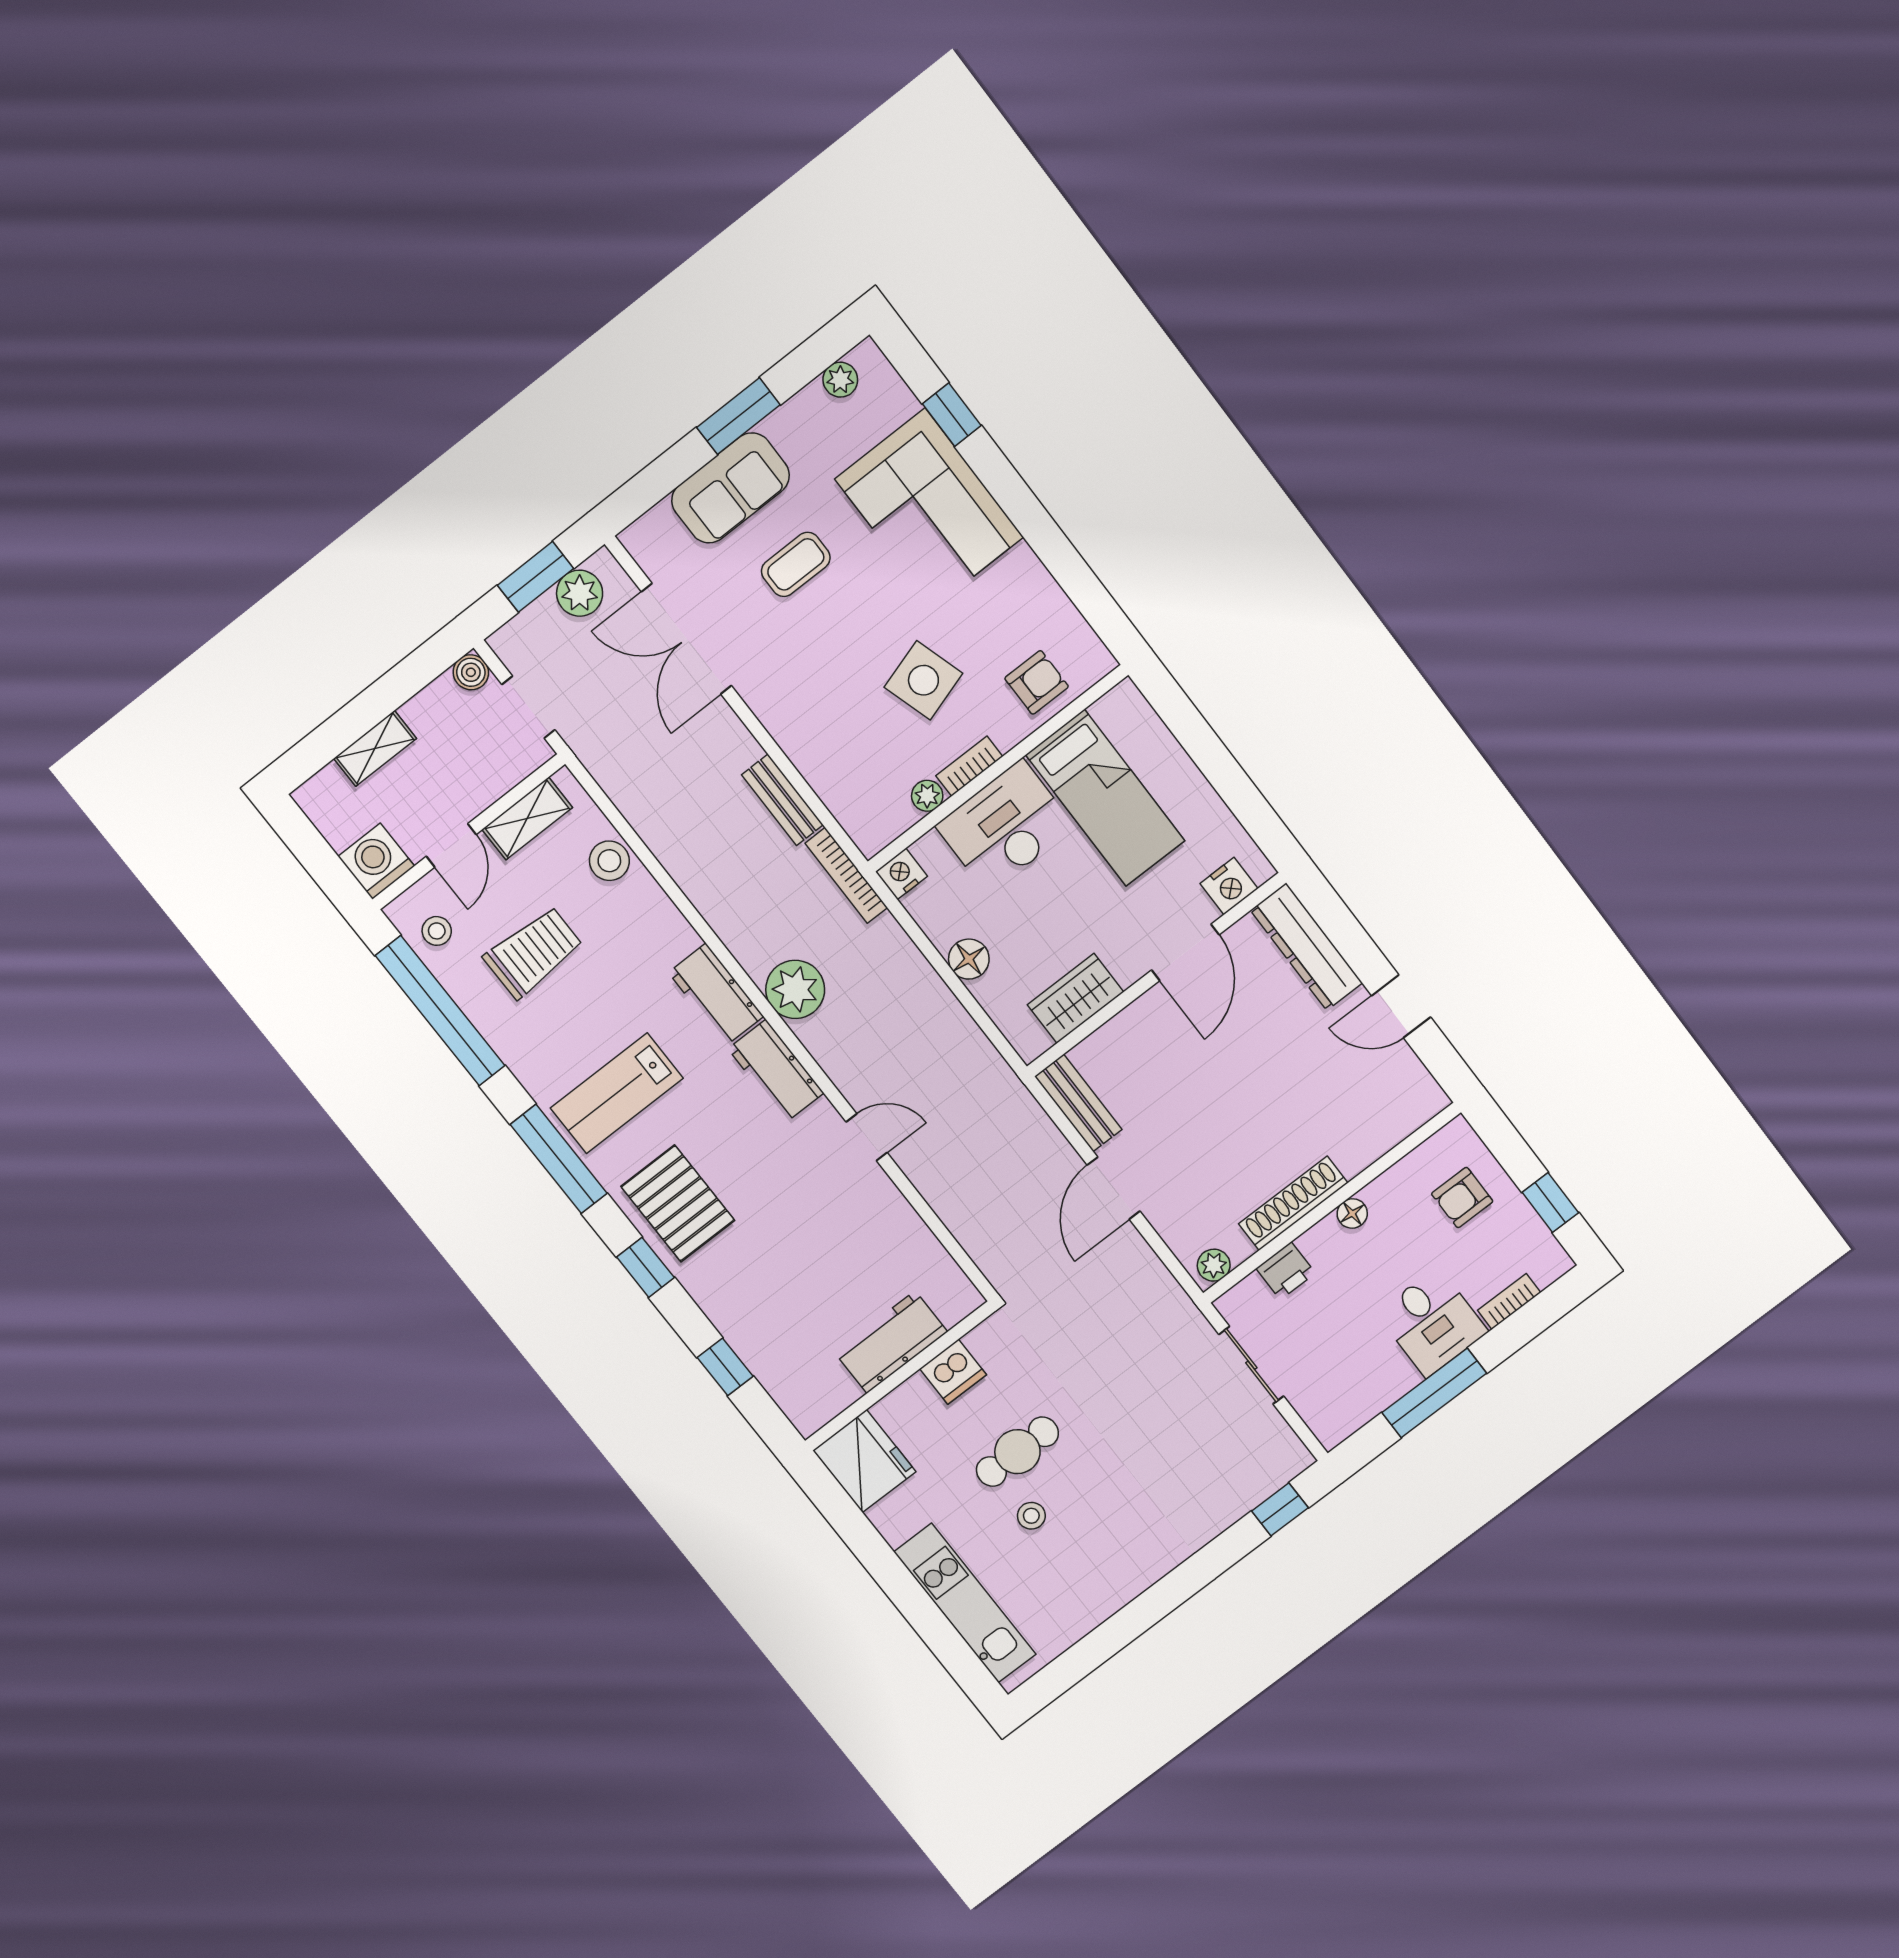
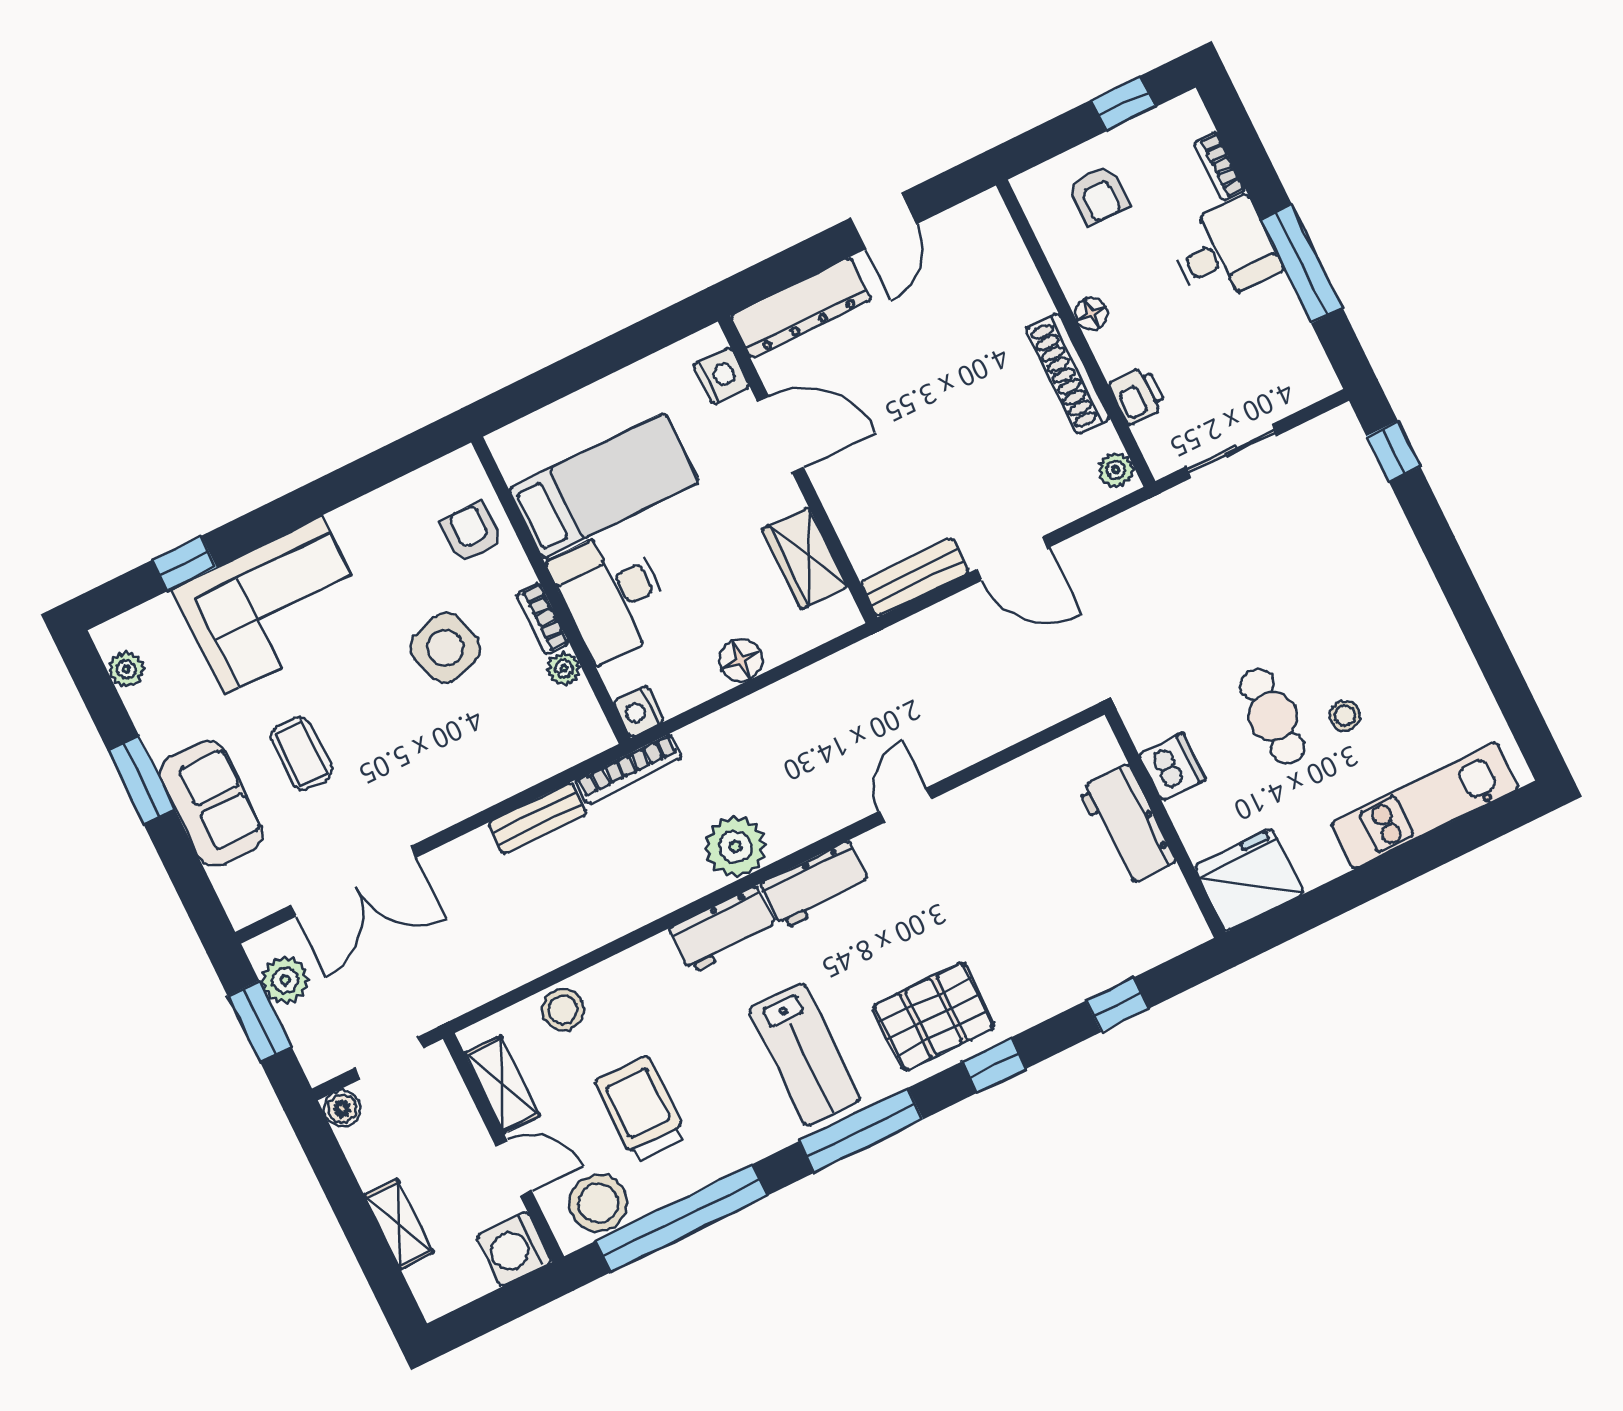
stool: (437, 931) -> (598, 1203), width x1.89, depth x1.89

